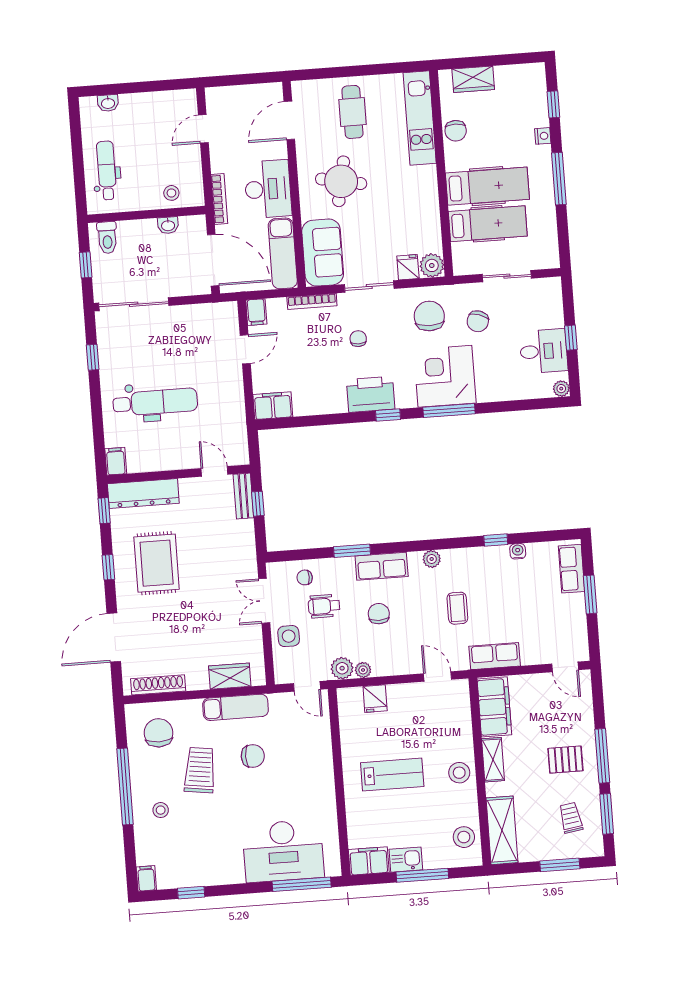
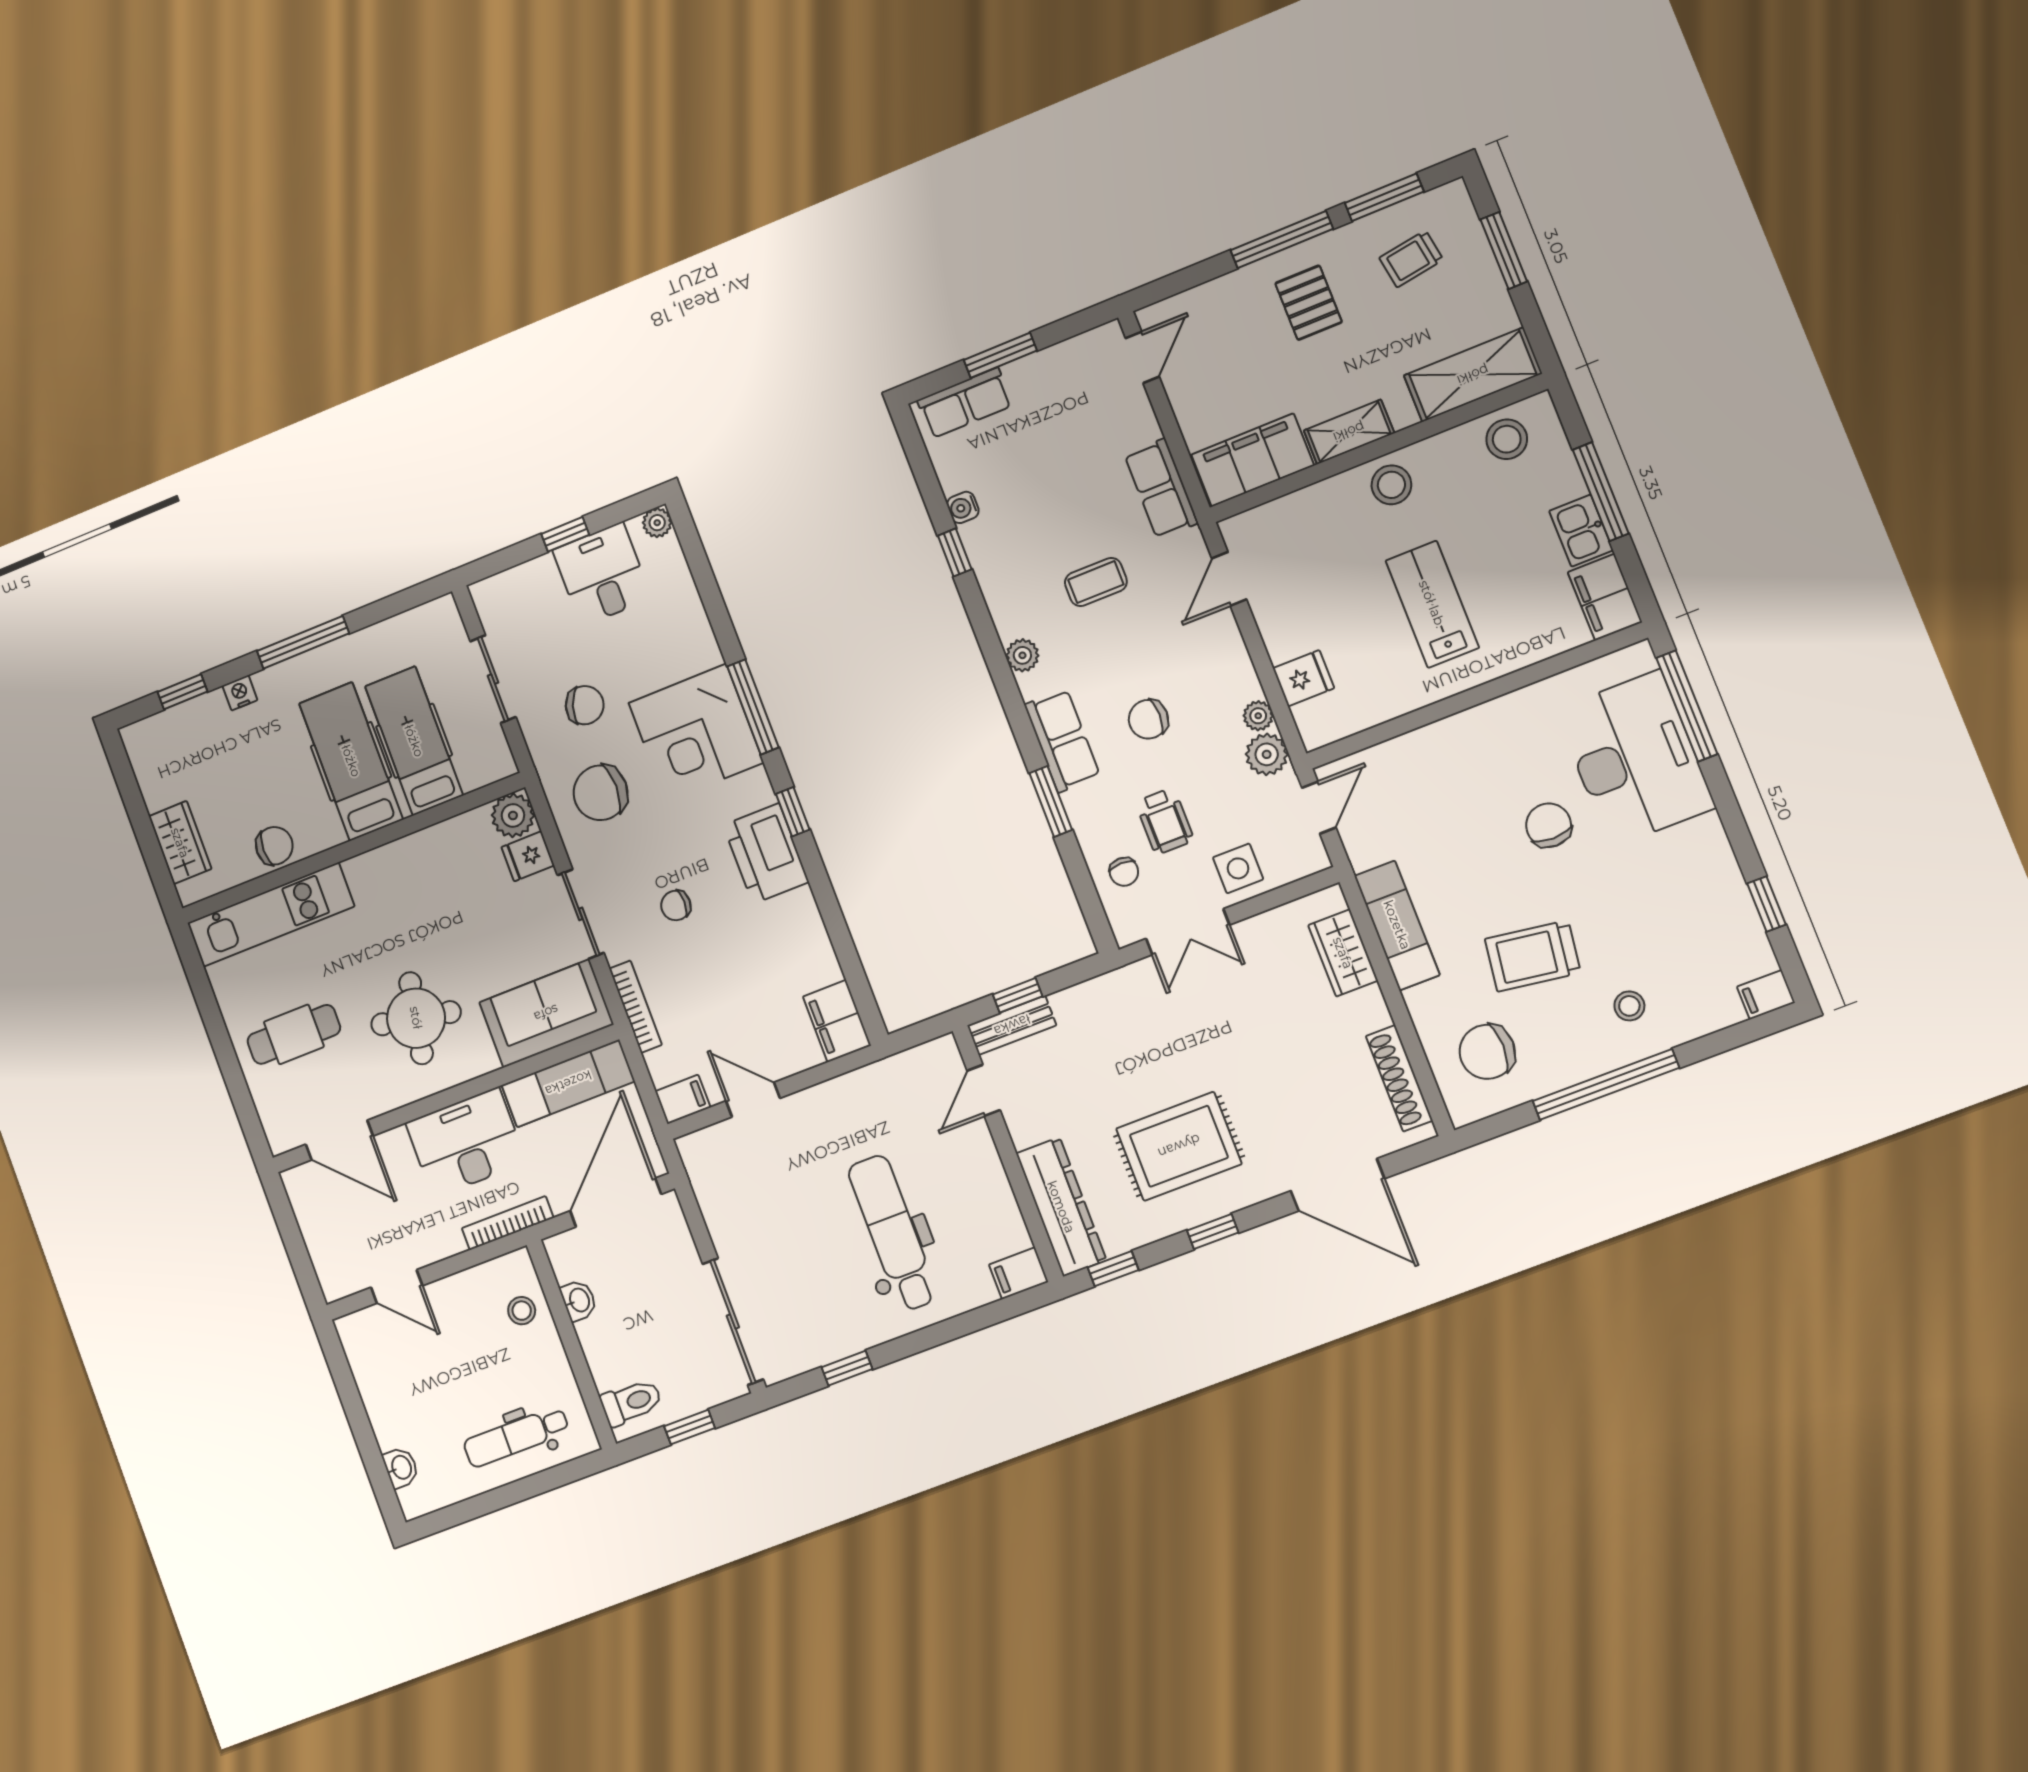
chair: (253, 756) -> (1549, 825), moved

